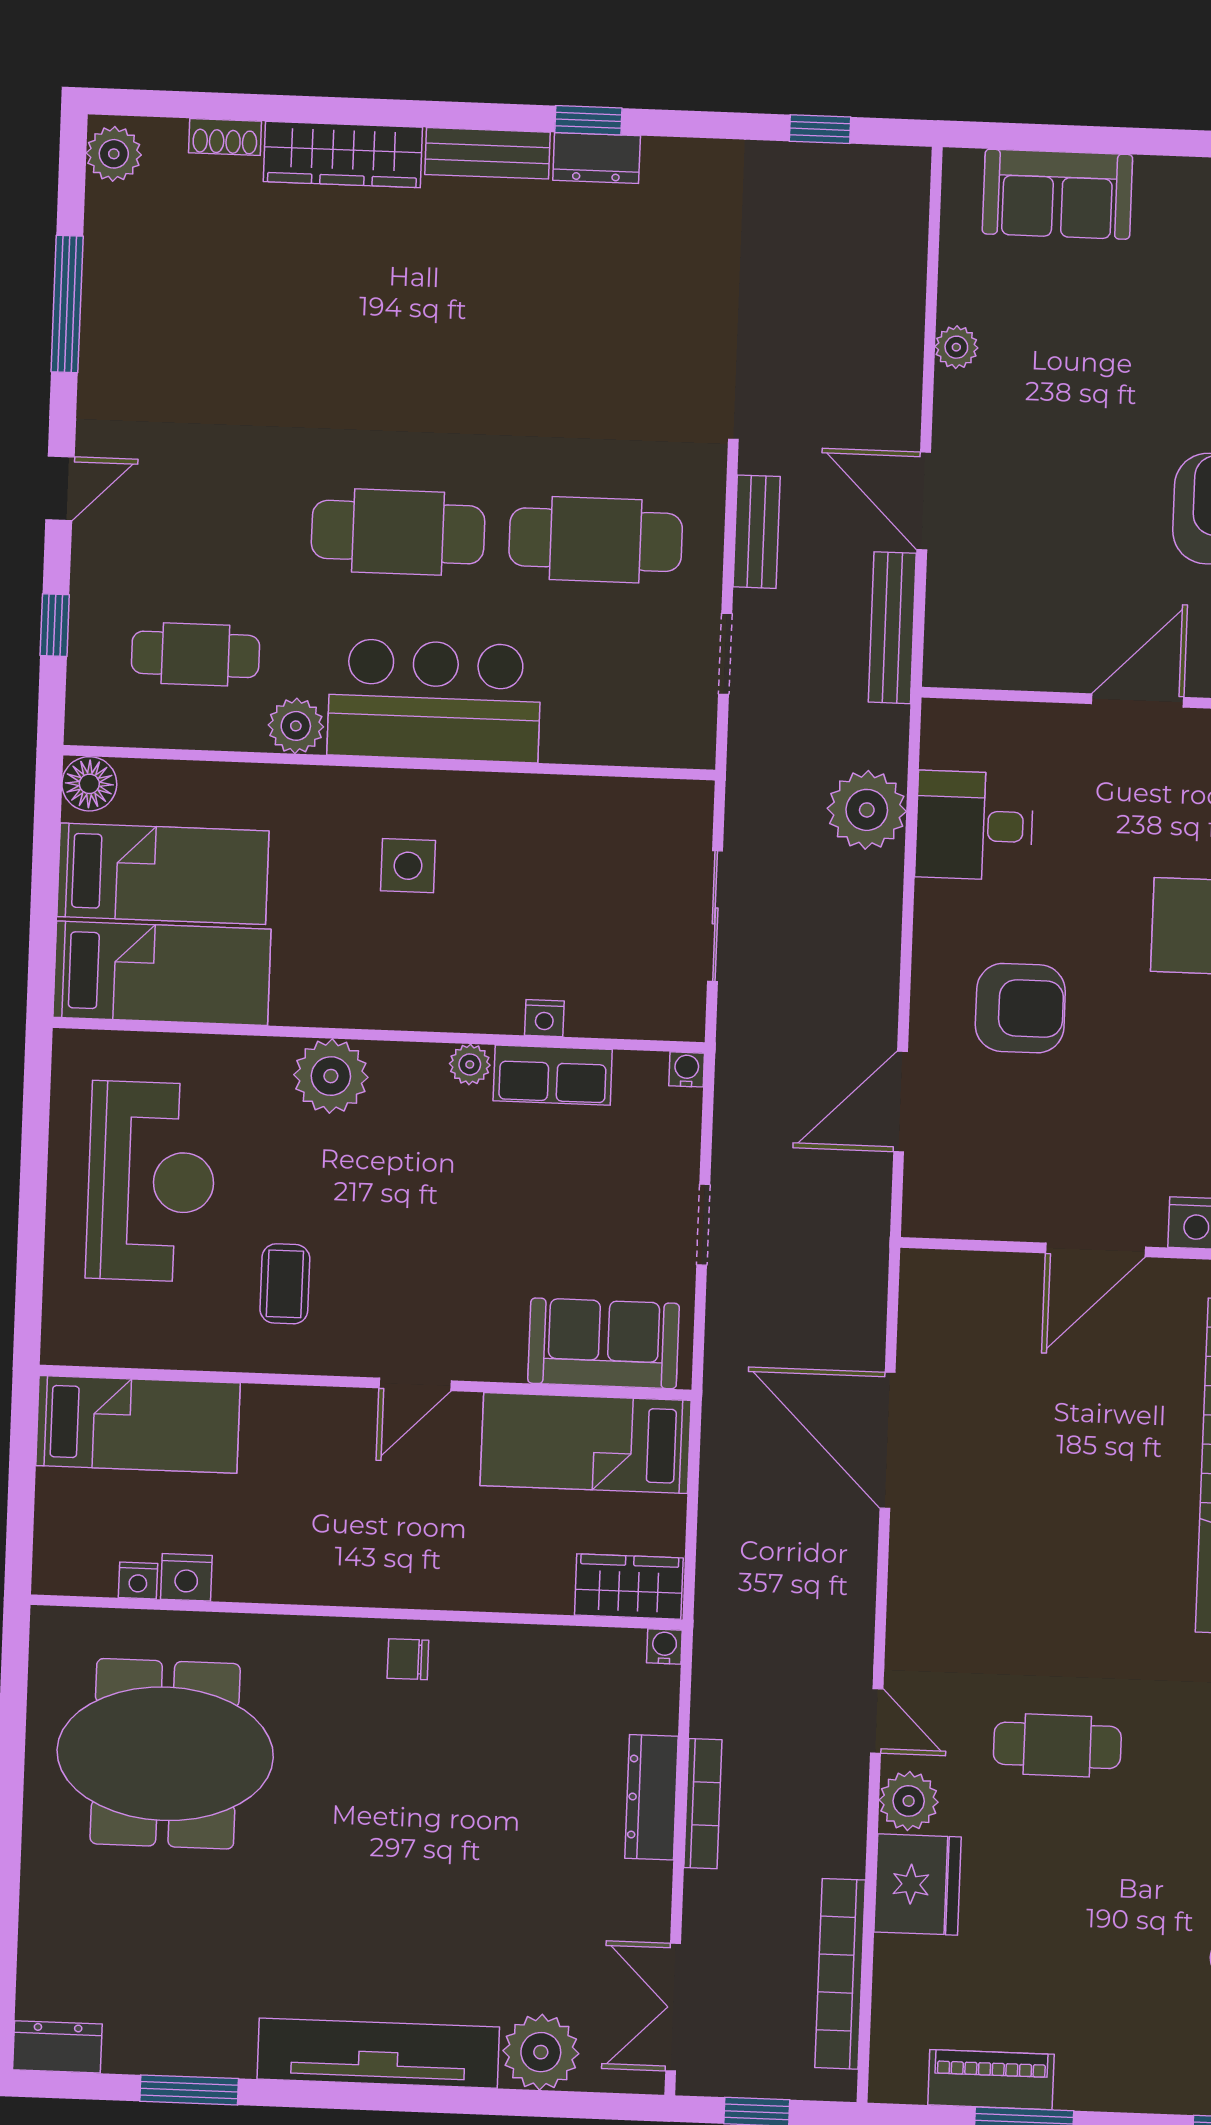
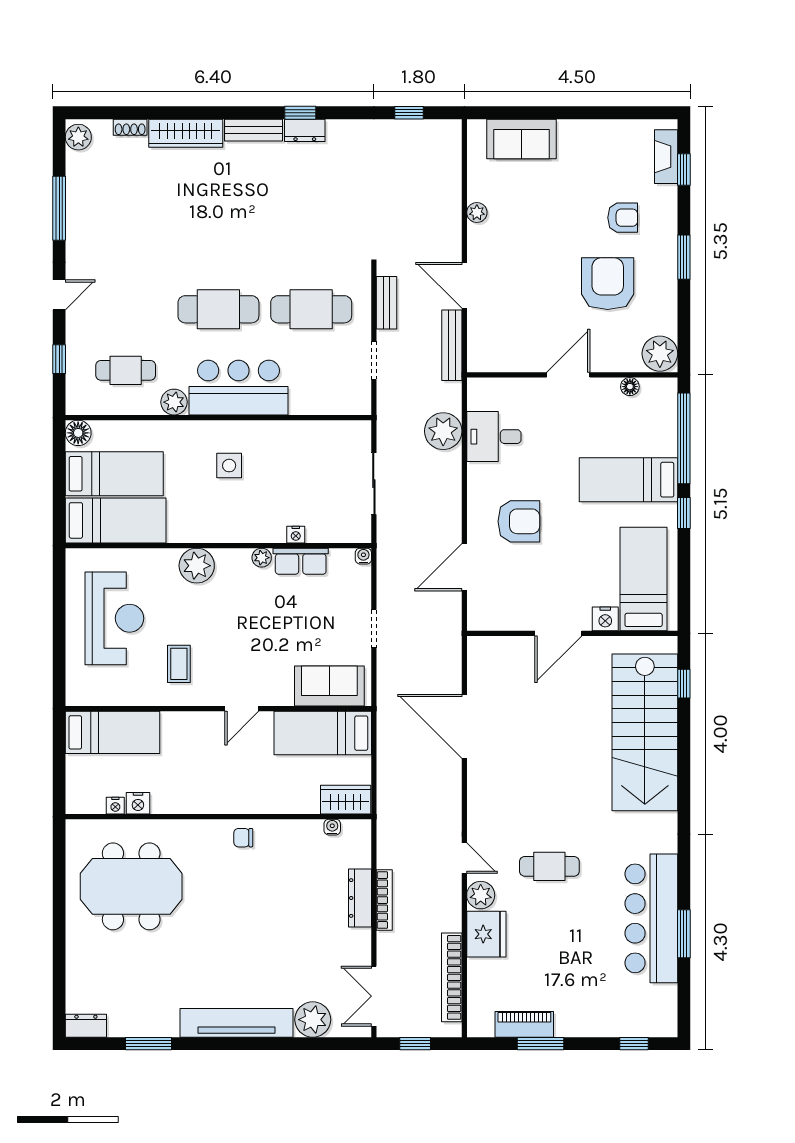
water cooler: (664, 1647) -> (332, 827), moved

